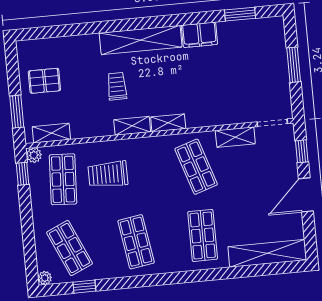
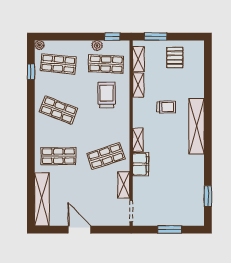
filing cabinet: (199, 35) -> (141, 164), moved, turned 180
shelving: (132, 126) -> (138, 85), moved
window: (302, 151) -> (110, 230), removed
plant: (34, 155) -> (97, 46), moved
shop shelf: (136, 242) -> (58, 110), turned 30
shop shelf: (70, 248) -> (58, 64), turned 30

